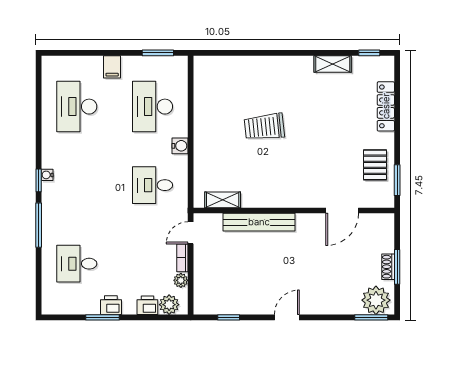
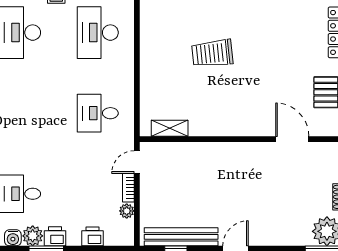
water cooler: (180, 146) -> (13, 238), moved, turned 90
door: (342, 210) -> (292, 139), swing flipped
bench: (259, 222) -> (181, 237), moved
plant: (169, 305) -> (33, 236), moved

